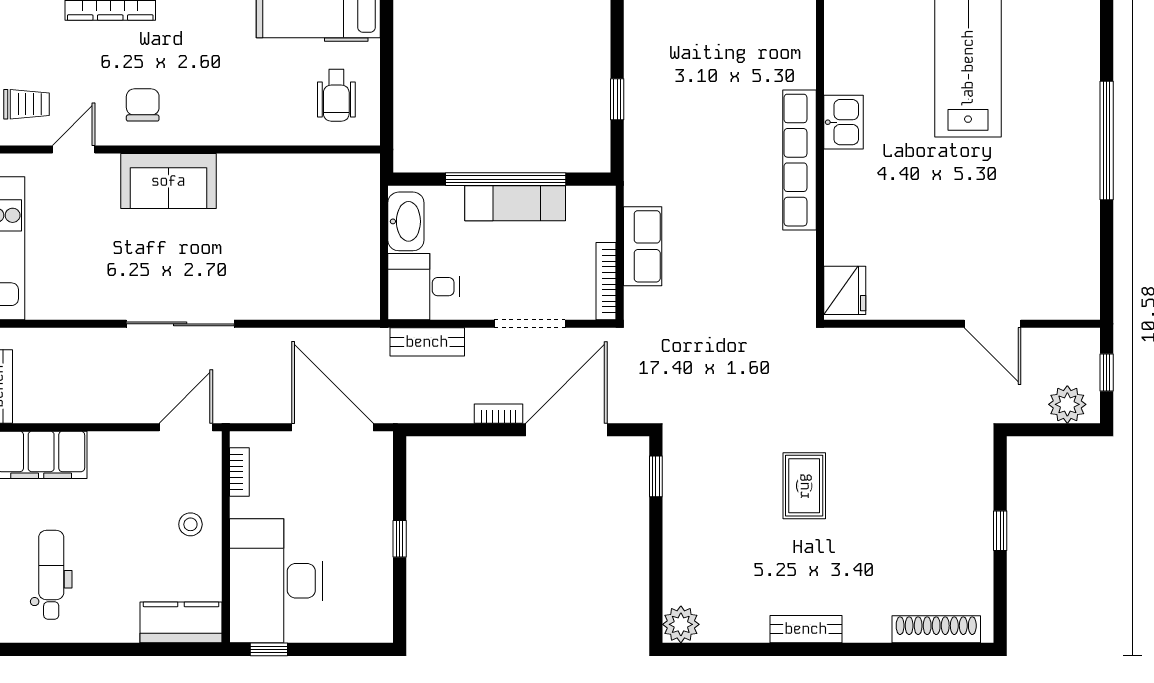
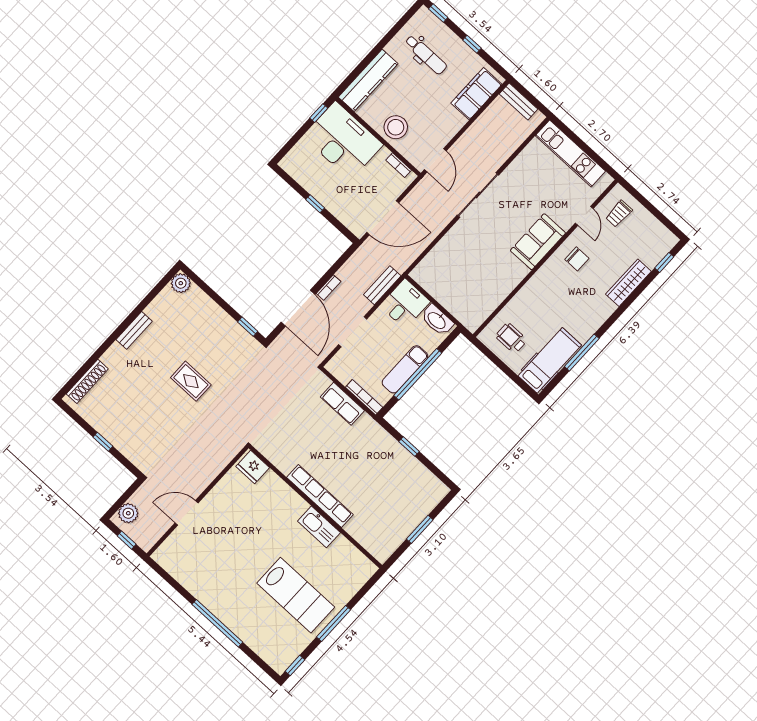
kitchen sink: (843, 122) -> (319, 527), width x1.38
bookcase: (606, 281) -> (364, 397), moved
stool: (190, 524) -> (396, 127), width x1.89, depth x1.89
kitchen counter: (181, 622) -> (368, 80), width x1.50

